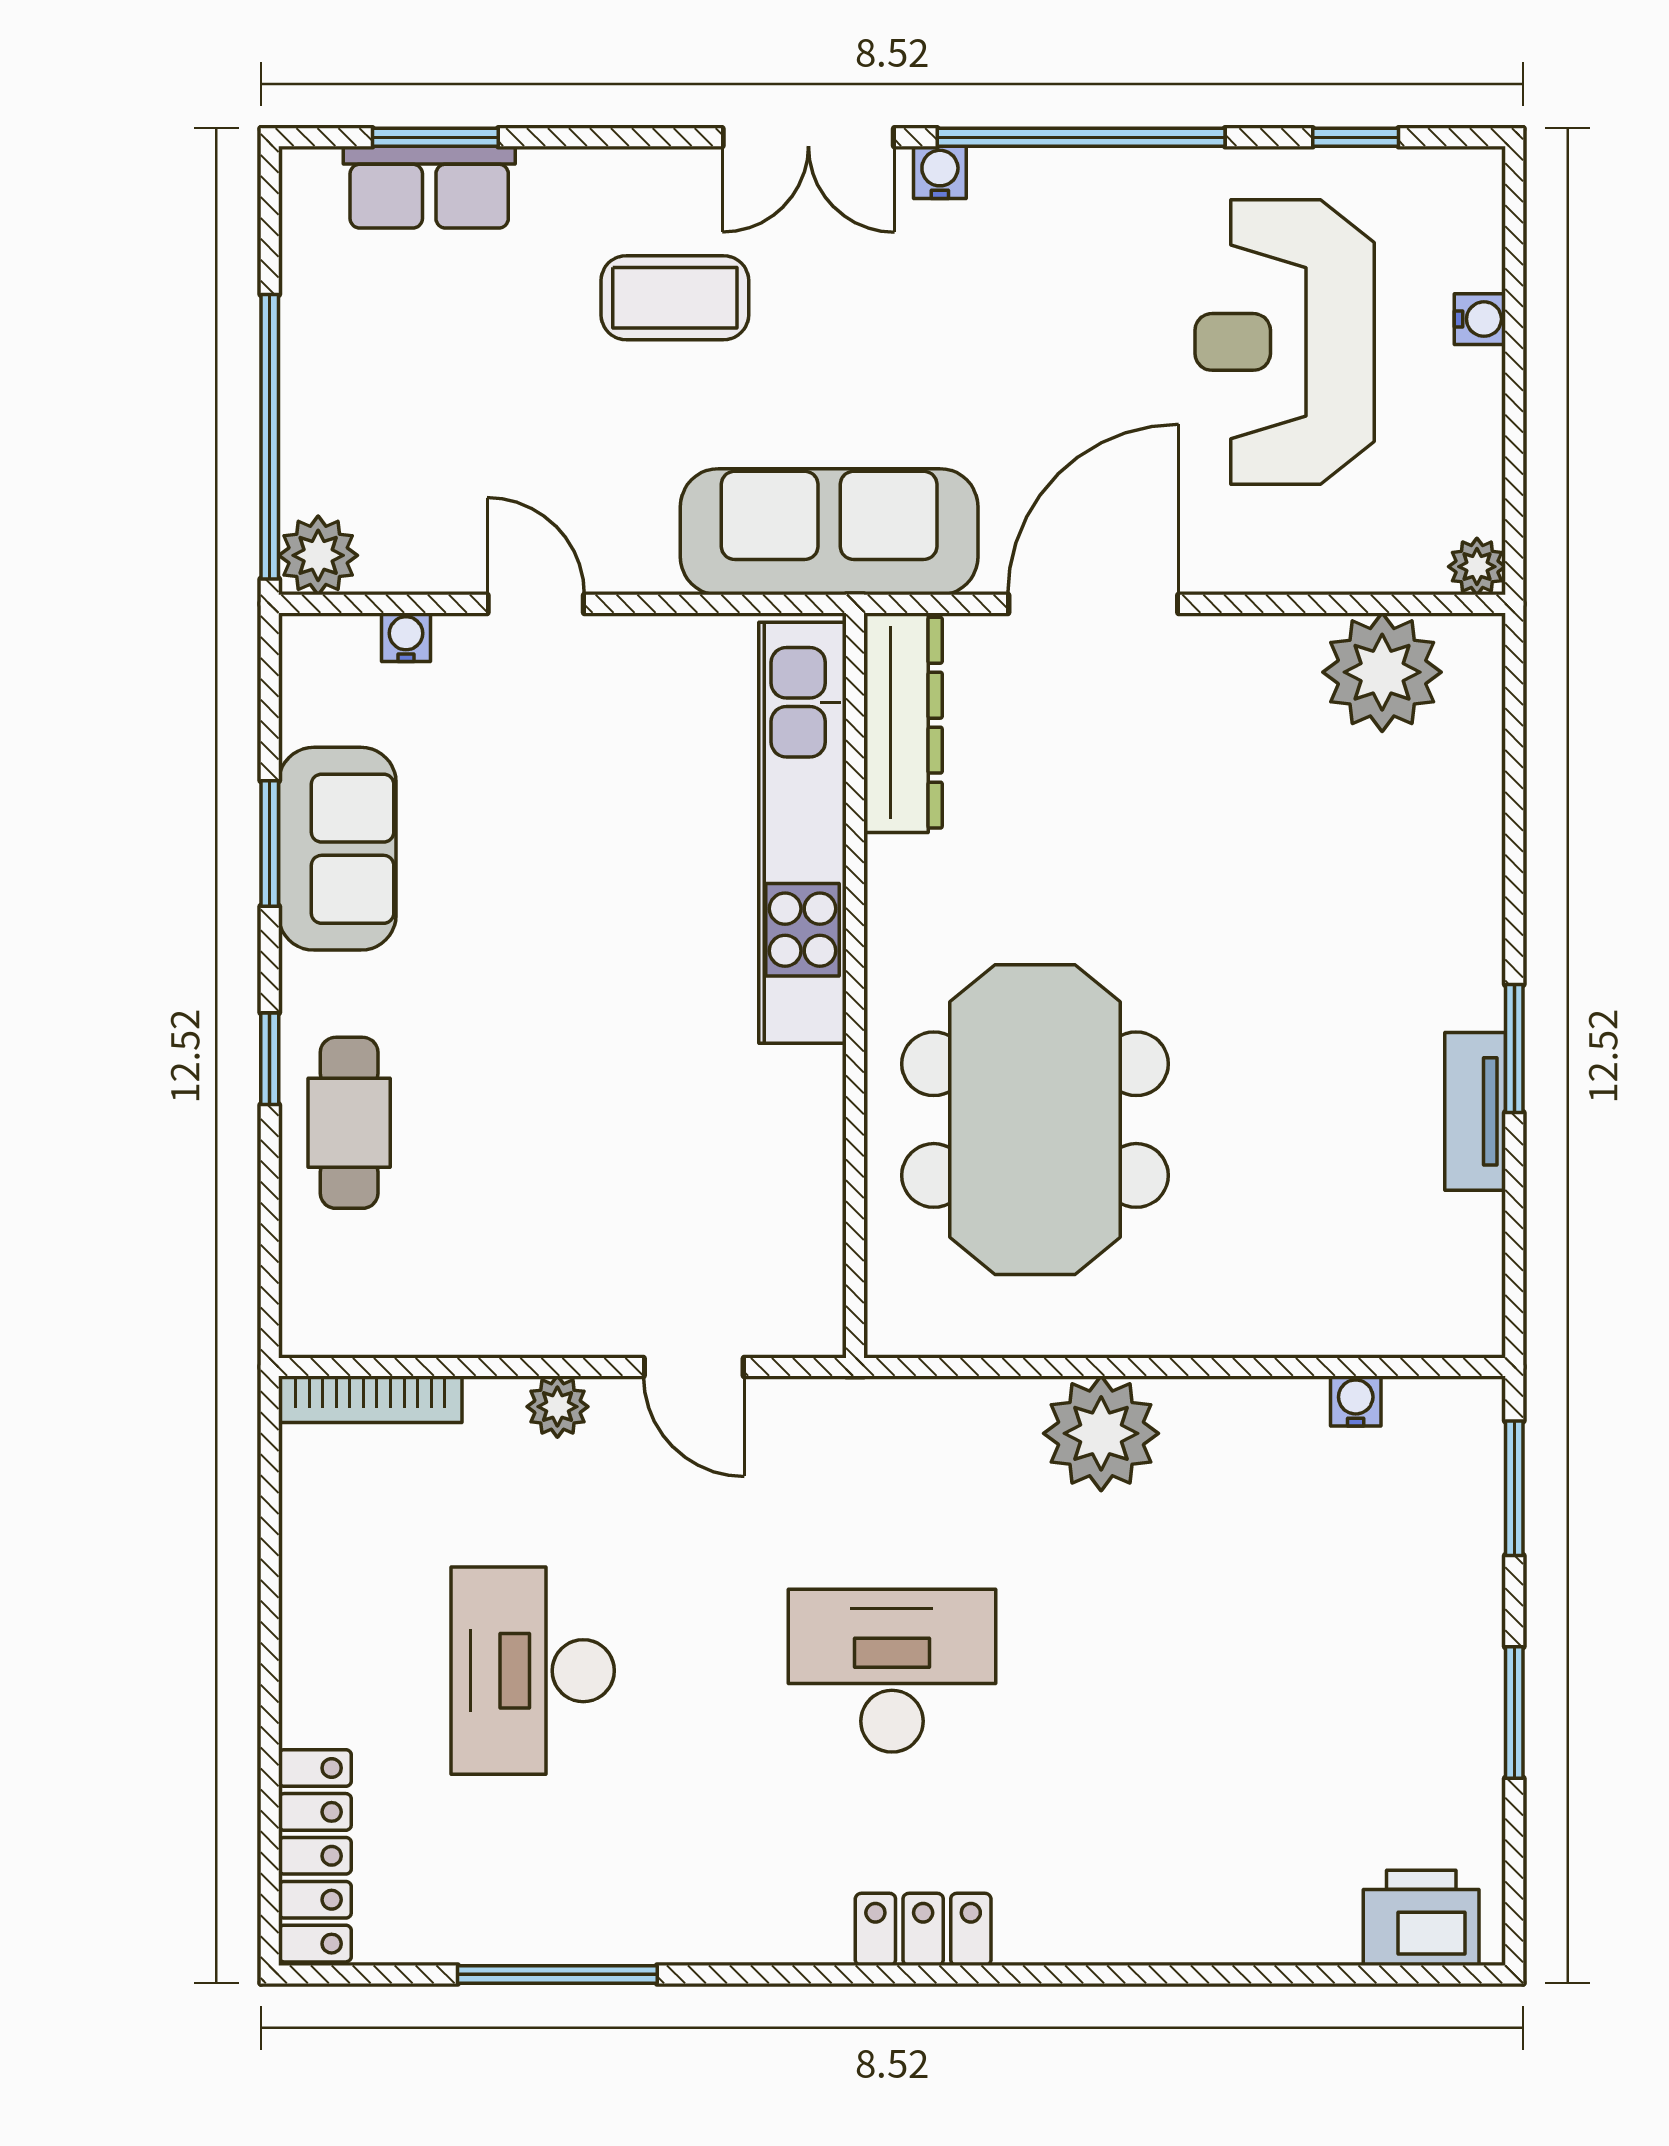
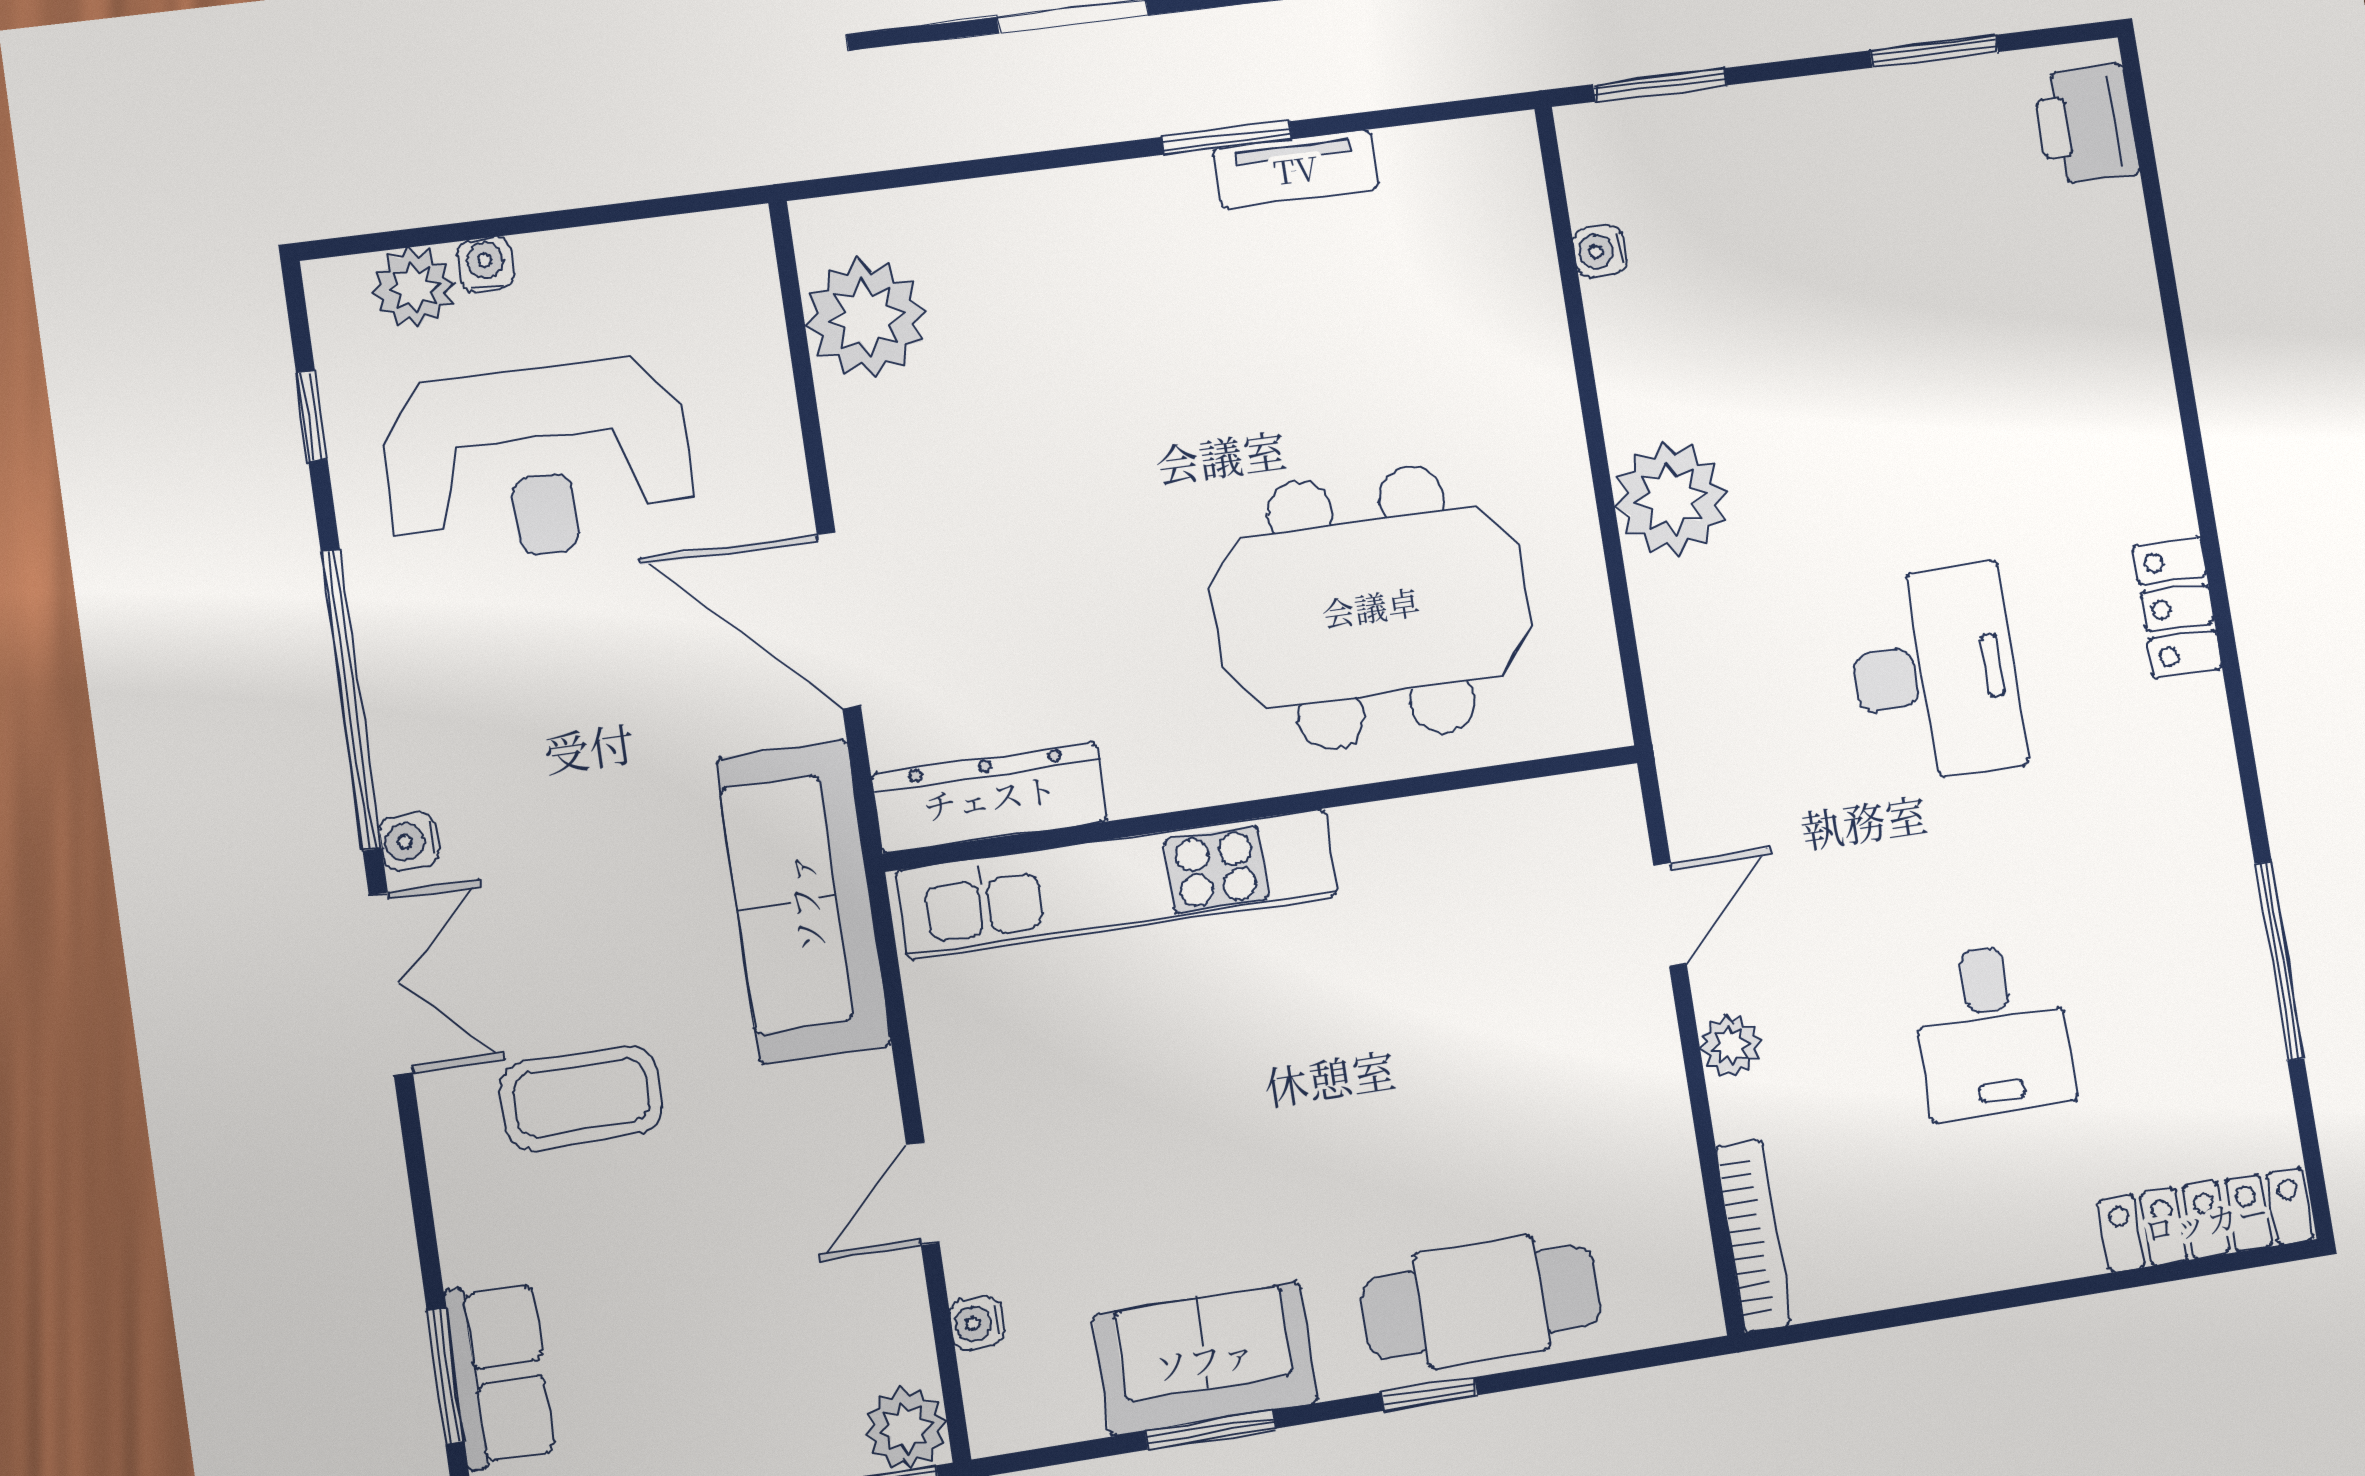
coffee table: (675, 298) -> (581, 1098), turned 90
plant: (1477, 567) -> (414, 288), moved, width x1.38, depth x1.38
cafe table: (349, 1123) -> (1481, 1302), width x1.37, depth x1.35
desk: (533, 1671) -> (1992, 1031), width x0.73
desk: (892, 1671) -> (1935, 673), turned 180
window: (1514, 1712) -> (1934, 51), moved

